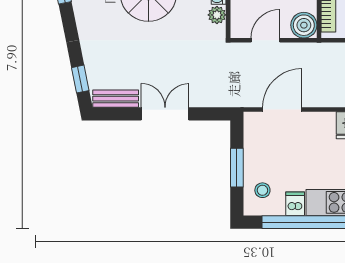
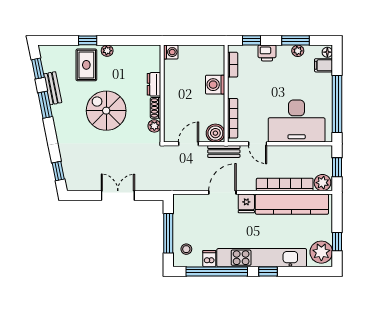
bench: (116, 99) -> (224, 151), moved
door: (282, 110) -> (222, 192), moved
window: (237, 168) -> (168, 233), width x1.44

